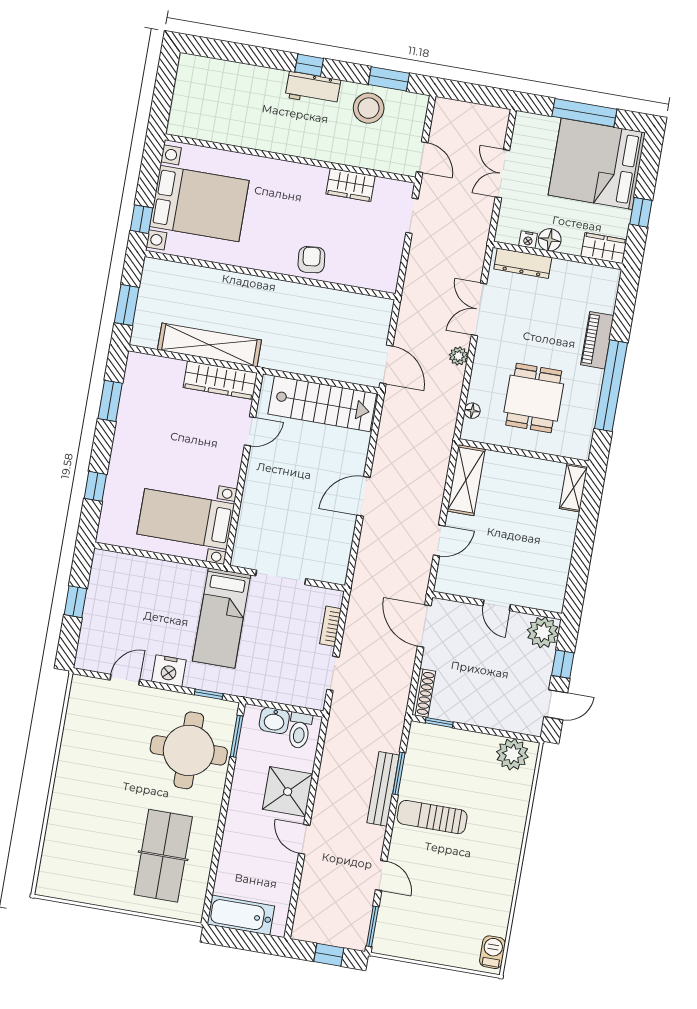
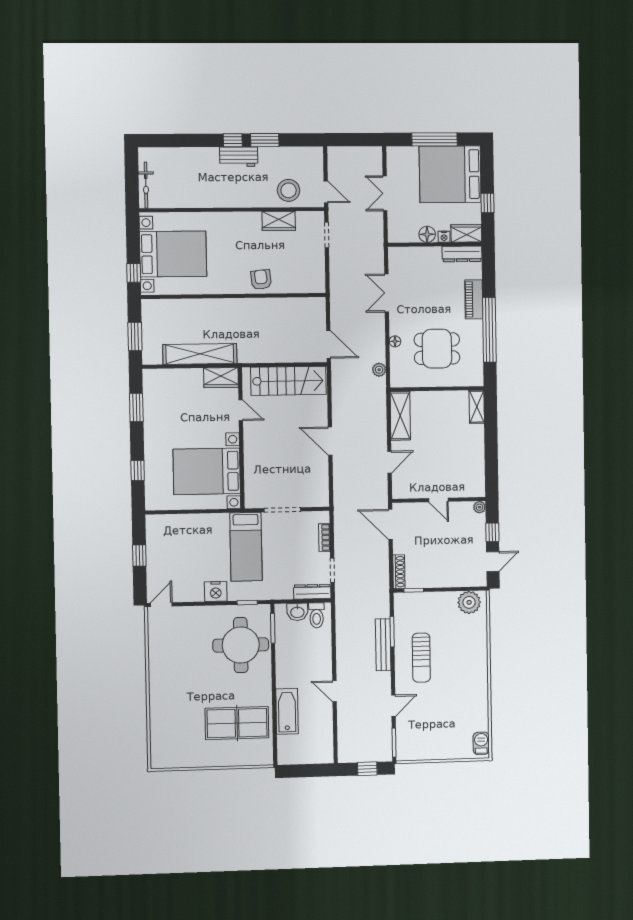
window: (389, 79) -> (265, 140), moved
bicycle: (181, 105) -> (146, 185), added
stool: (369, 108) -> (289, 190), moved
nightstand: (528, 240) -> (444, 237), moved
dresser: (523, 263) -> (462, 254), moved
plant: (459, 356) -> (379, 370), moved
wardrobe: (220, 380) -> (221, 378), width x0.67
dining table: (534, 398) -> (437, 349), turned 90
floor lamp: (472, 411) -> (395, 341), moved
door: (250, 431) -> (241, 410), hinge flipped
door: (363, 496) -> (330, 441), hinge flipped
bed with nightstands: (186, 519) -> (207, 471), width x1.36
plant: (543, 632) -> (479, 507), width x0.53, depth x0.53
door: (125, 680) -> (161, 605), moved
dresser: (300, 697) -> (312, 592), added
shower: (288, 792) -> (316, 660), removed
sun lounger: (432, 817) -> (421, 658), turned -90
table tennis table: (163, 856) -> (237, 723), turned 90
door: (381, 876) -> (393, 706), hinge flipped
bathtub: (241, 915) -> (287, 711), moved, turned 90

